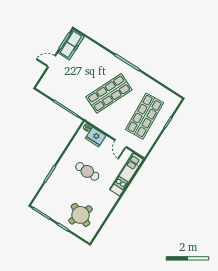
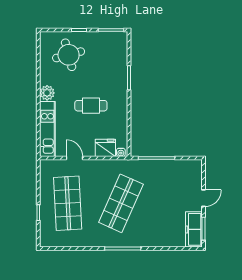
plant: (111, 199) -> (47, 93), added
round table: (80, 215) -> (69, 55), turned -37

